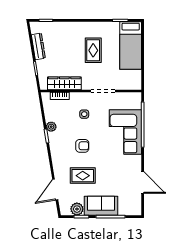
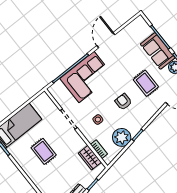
rug: (93, 50) -> (44, 151), turned 90
wardrobe: (64, 83) -> (90, 158), width x0.67
plant: (51, 127) -> (122, 137), width x1.87, depth x1.87
door: (143, 182) -> (106, 40), moved

